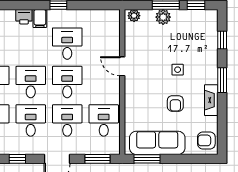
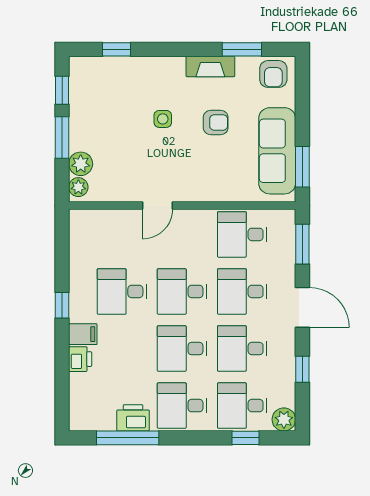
plant: (163, 17) -> (81, 164), moved
window: (222, 80) -> (242, 49), moved

